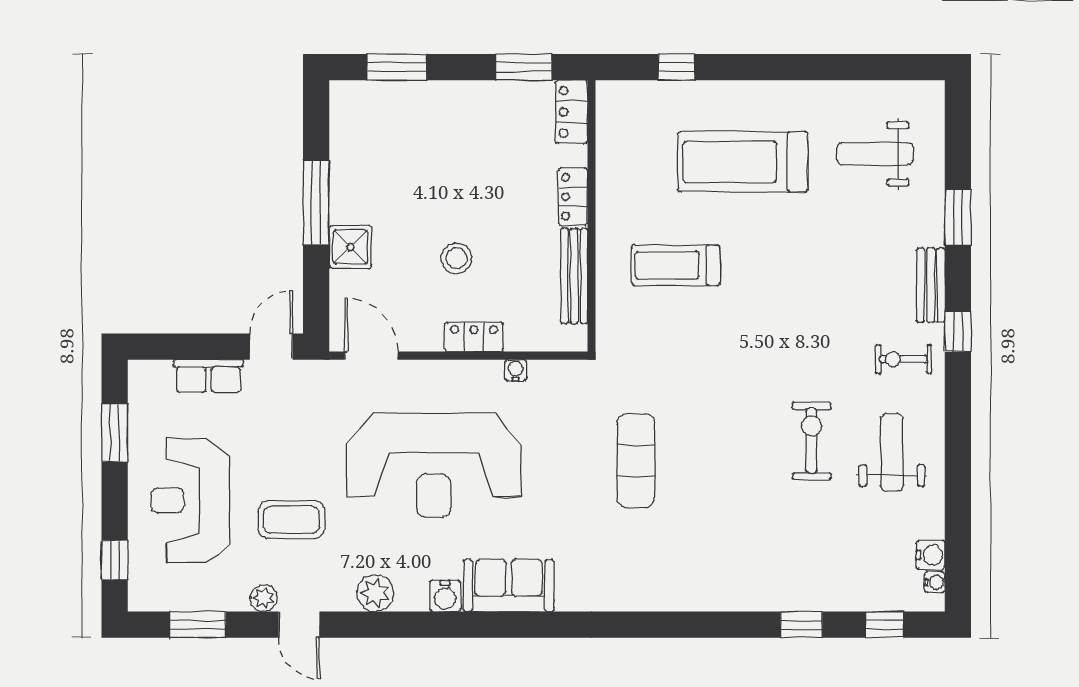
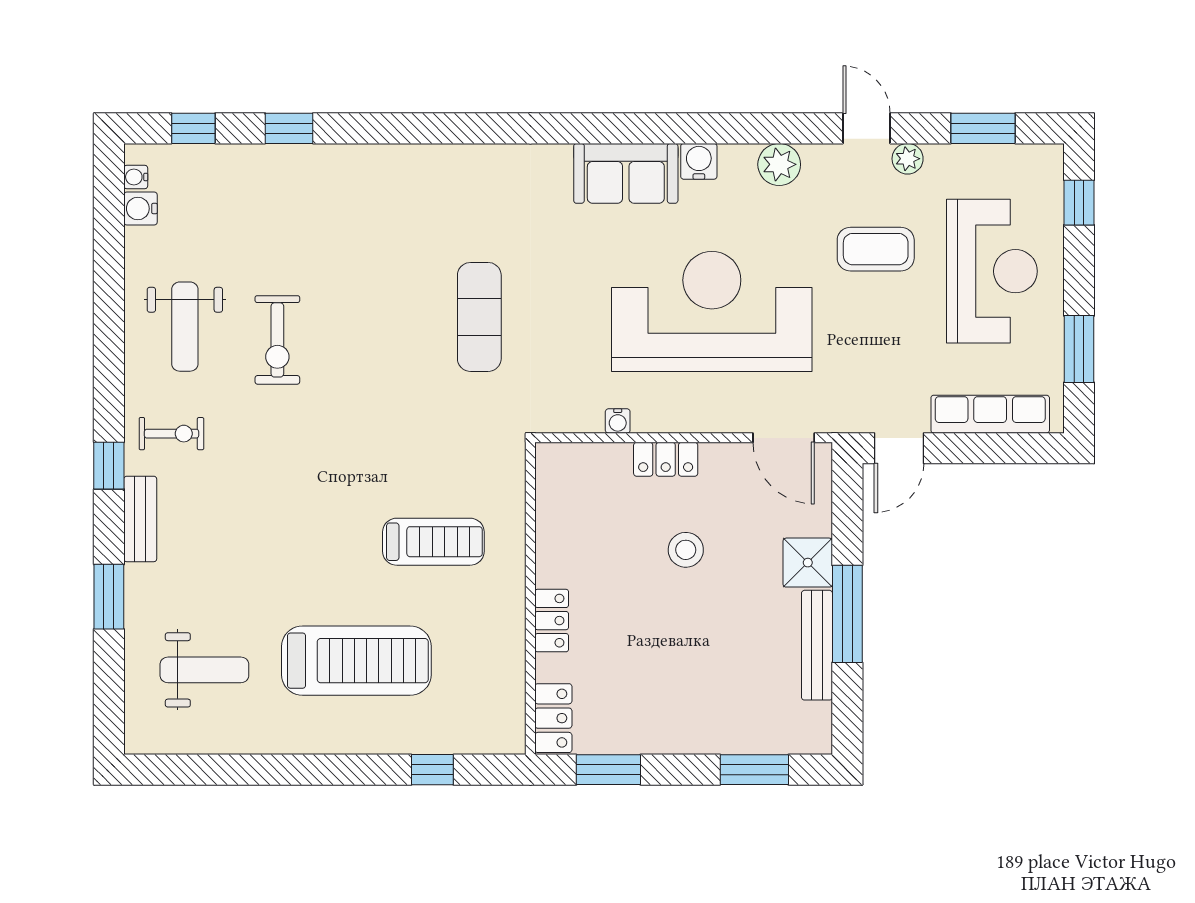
bench: (574, 276) -> (817, 645), moved
row of seats: (208, 376) -> (990, 414), width x1.48

